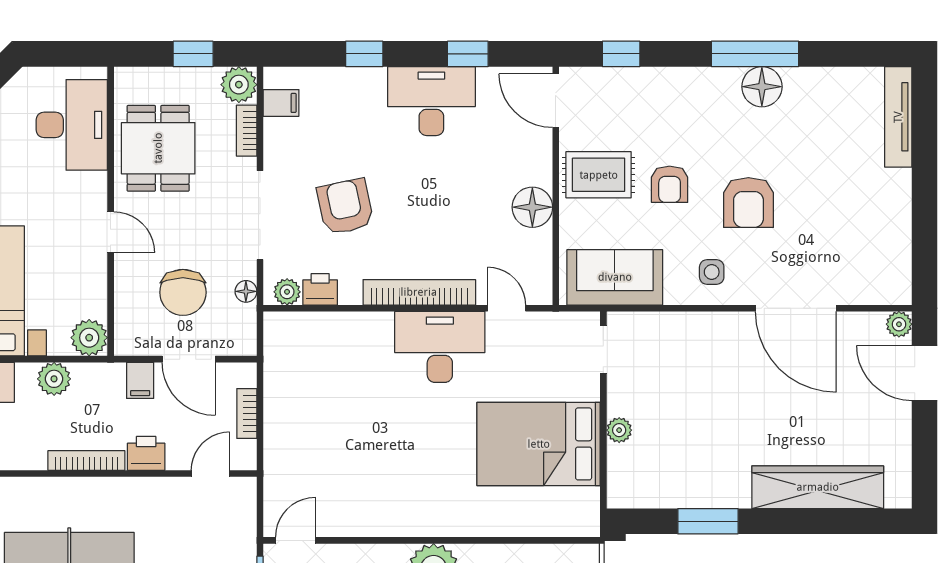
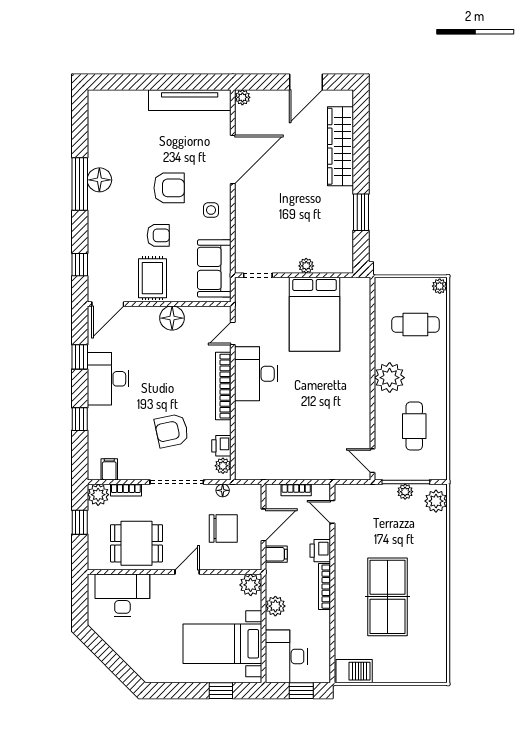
tv unit: (898, 117) -> (190, 100), moved, width x1.36, depth x1.29
door: (925, 373) -> (306, 82), moved

